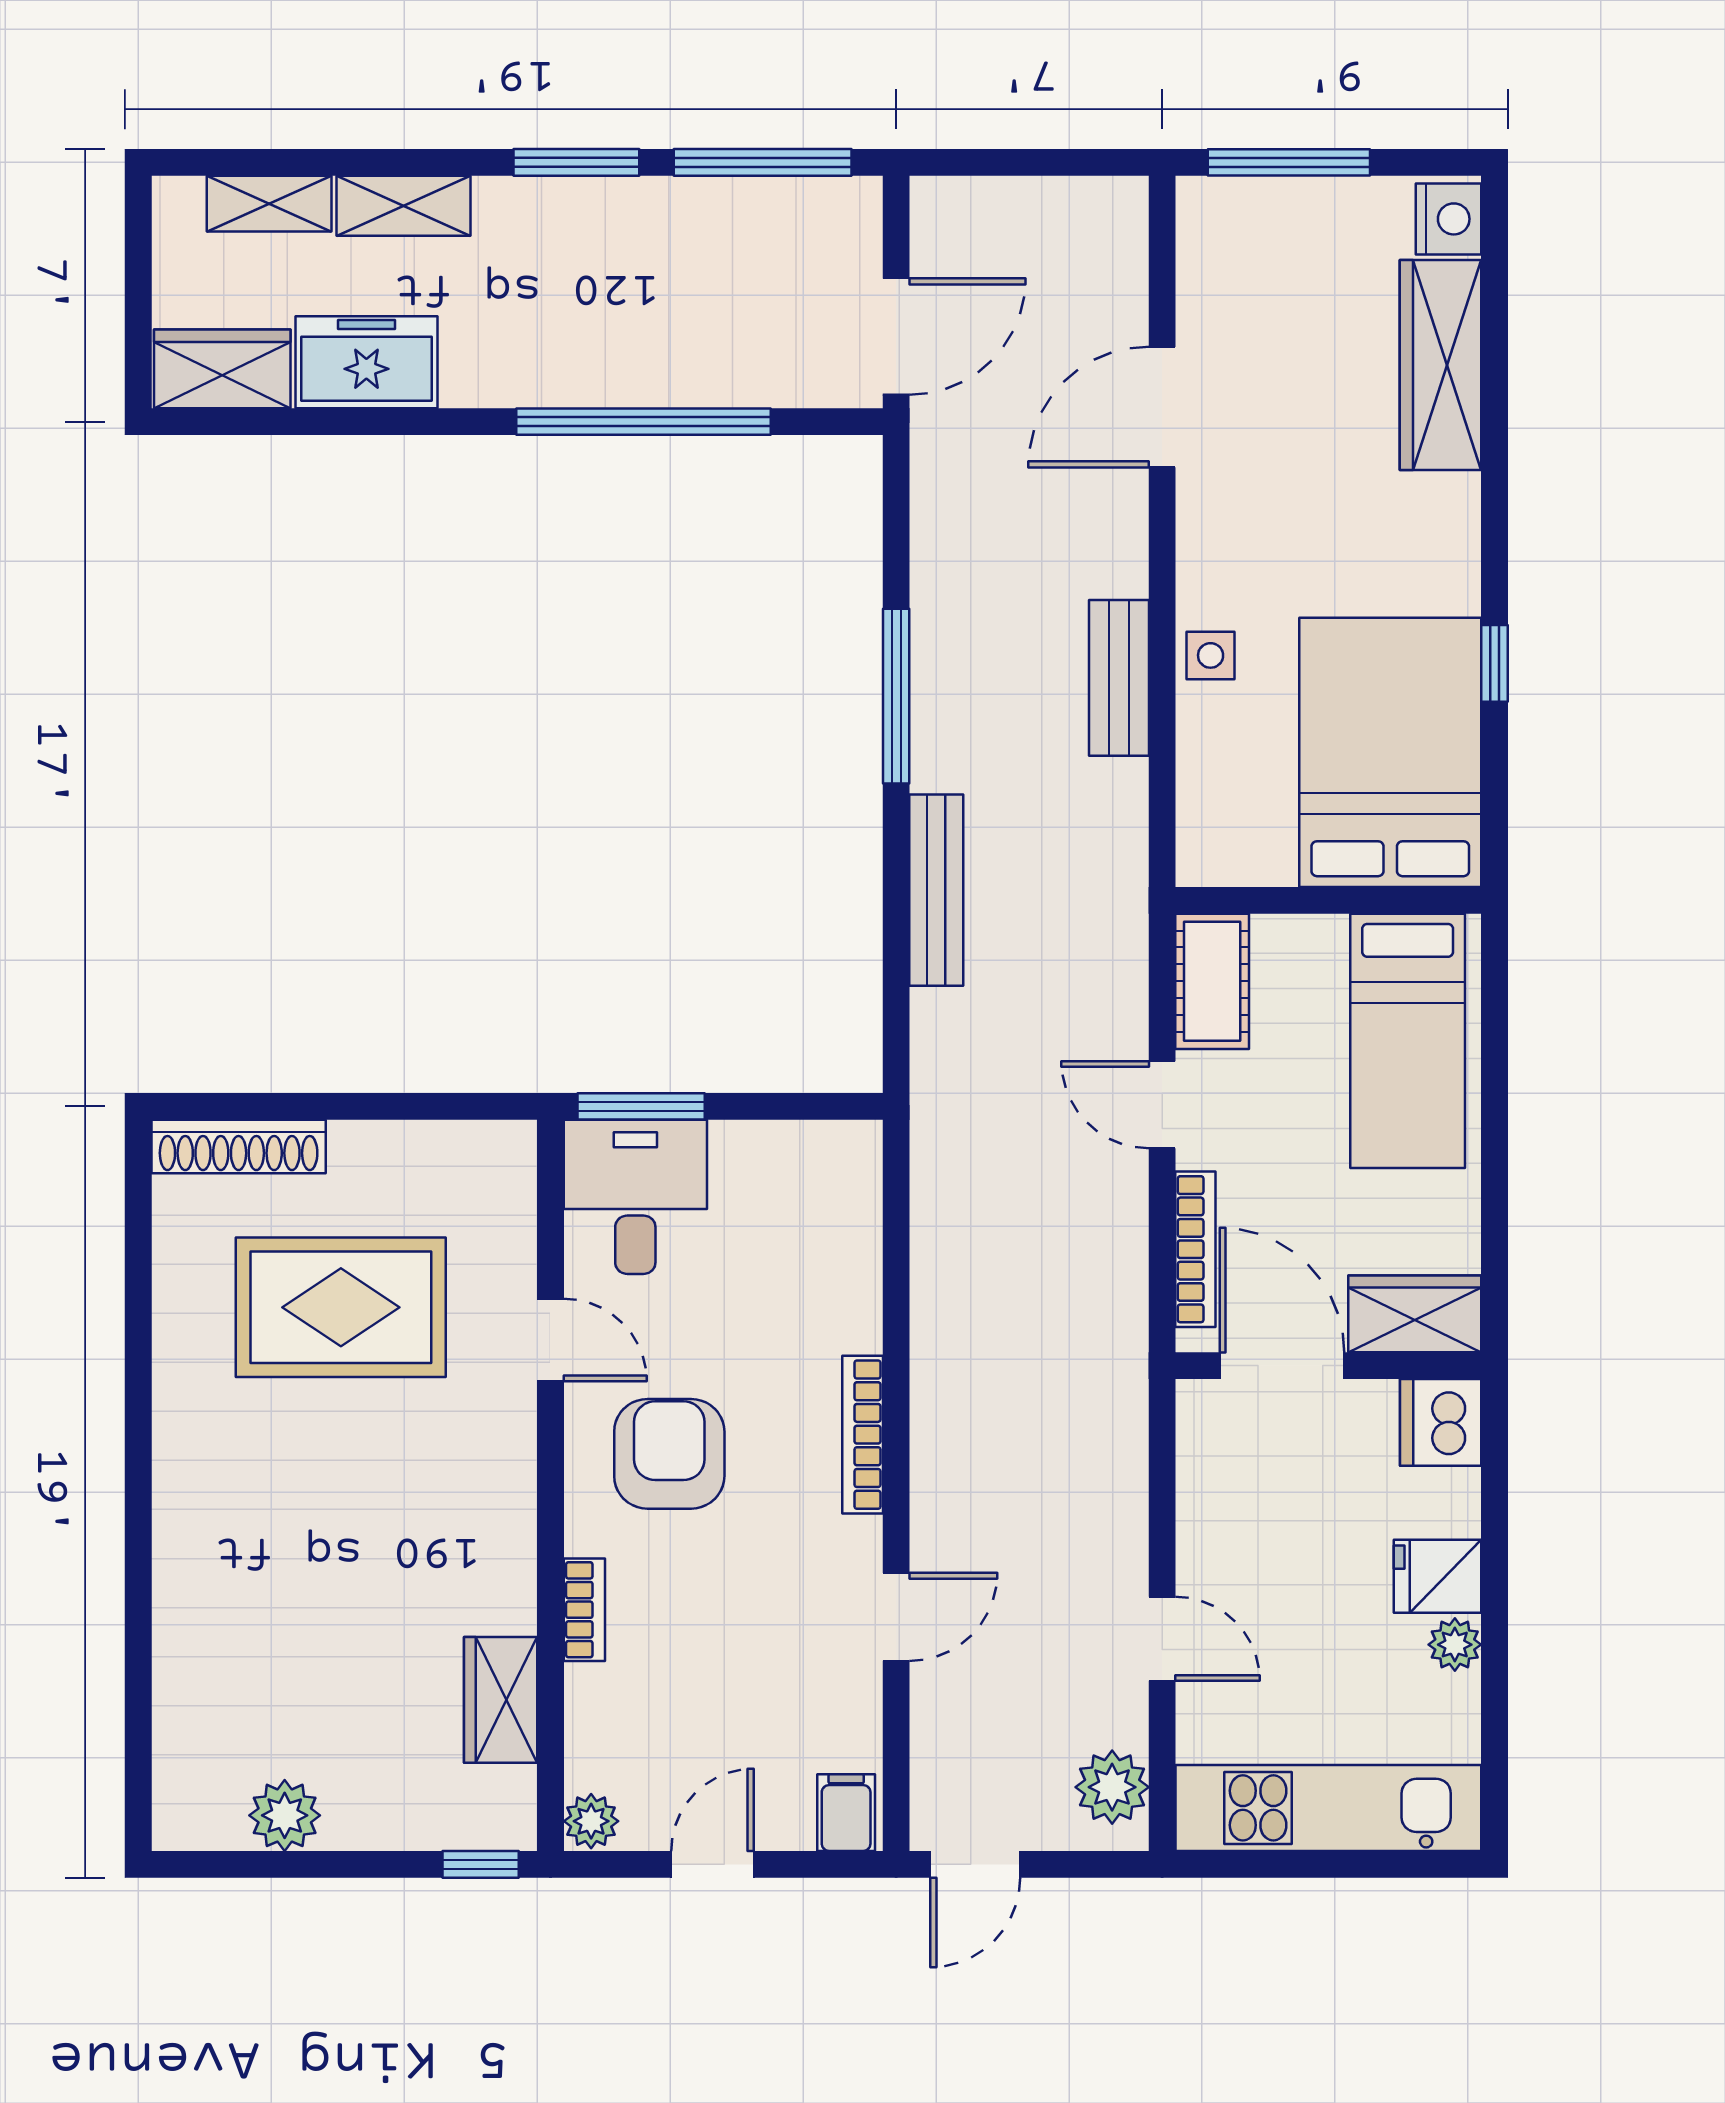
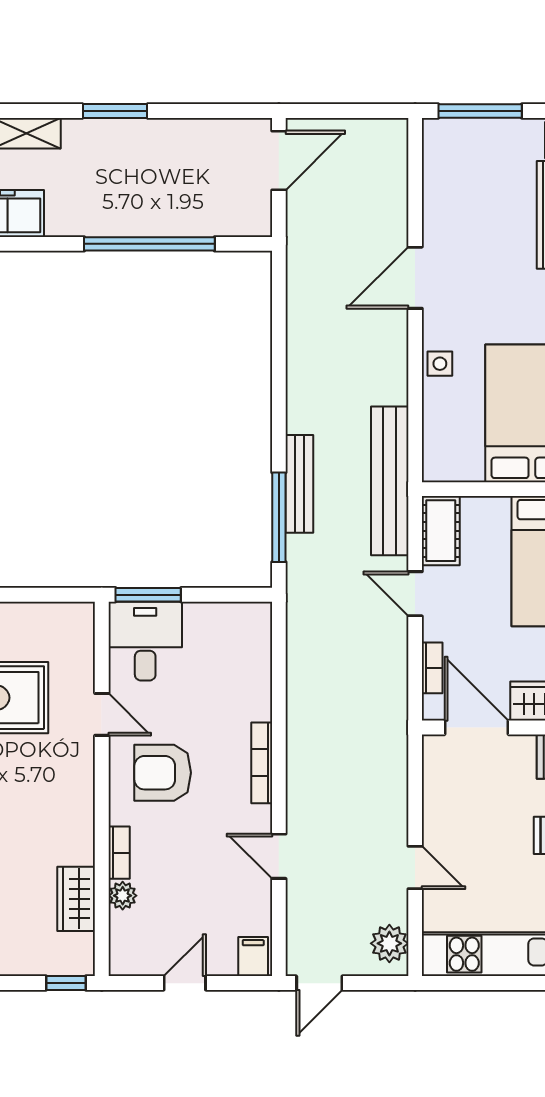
window: (763, 162) -> (210, 111), removed
door: (896, 336) -> (279, 161), moved
door: (1162, 407) -> (415, 278), moved
bench: (1119, 678) -> (390, 481), moved, width x1.86, depth x1.21
window: (896, 696) -> (279, 517), moved
bookcase: (1195, 1249) -> (432, 668), width x0.64
armchair: (669, 1454) -> (163, 773), turned -90
door: (896, 1617) -> (279, 856), swing flipped
plant: (591, 1821) -> (123, 896), moved

